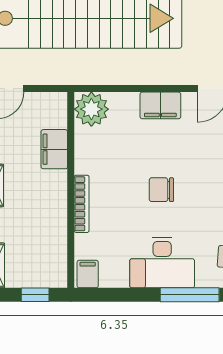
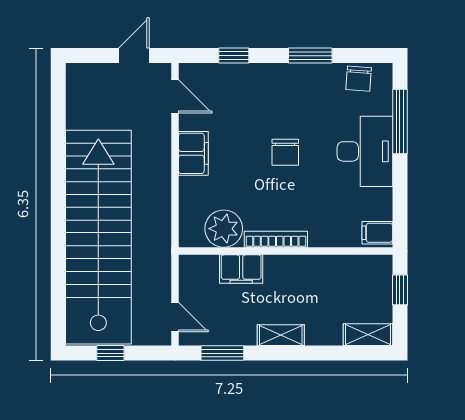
plant: (91, 109) -> (224, 229), moved
bookcase: (82, 204) -> (276, 239), moved

